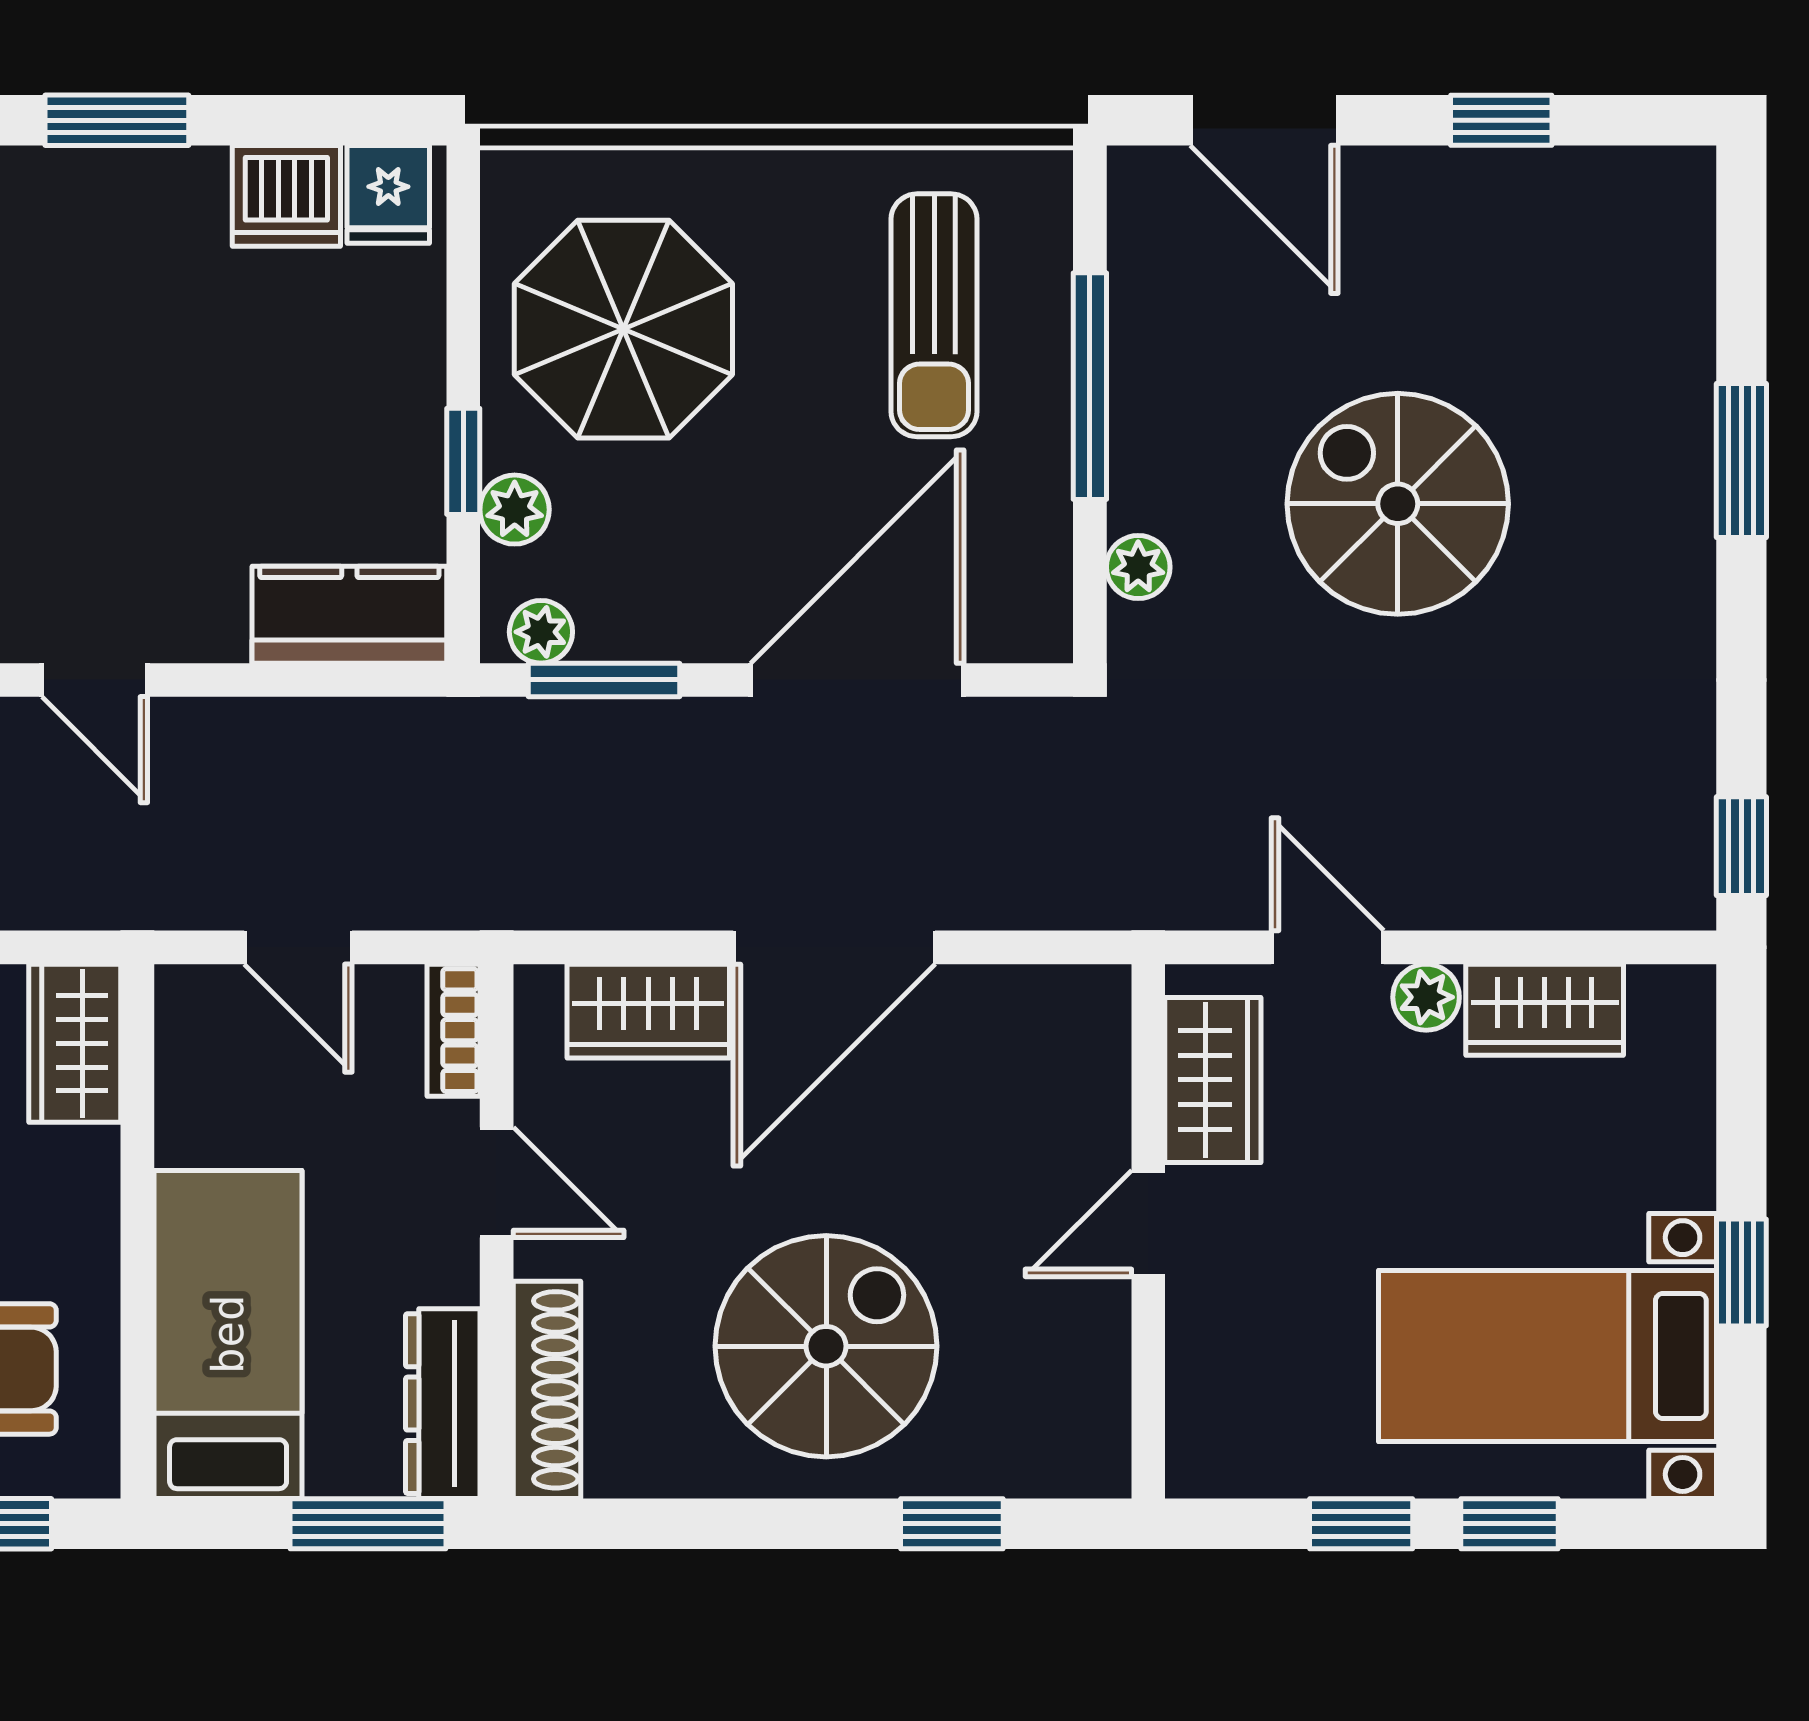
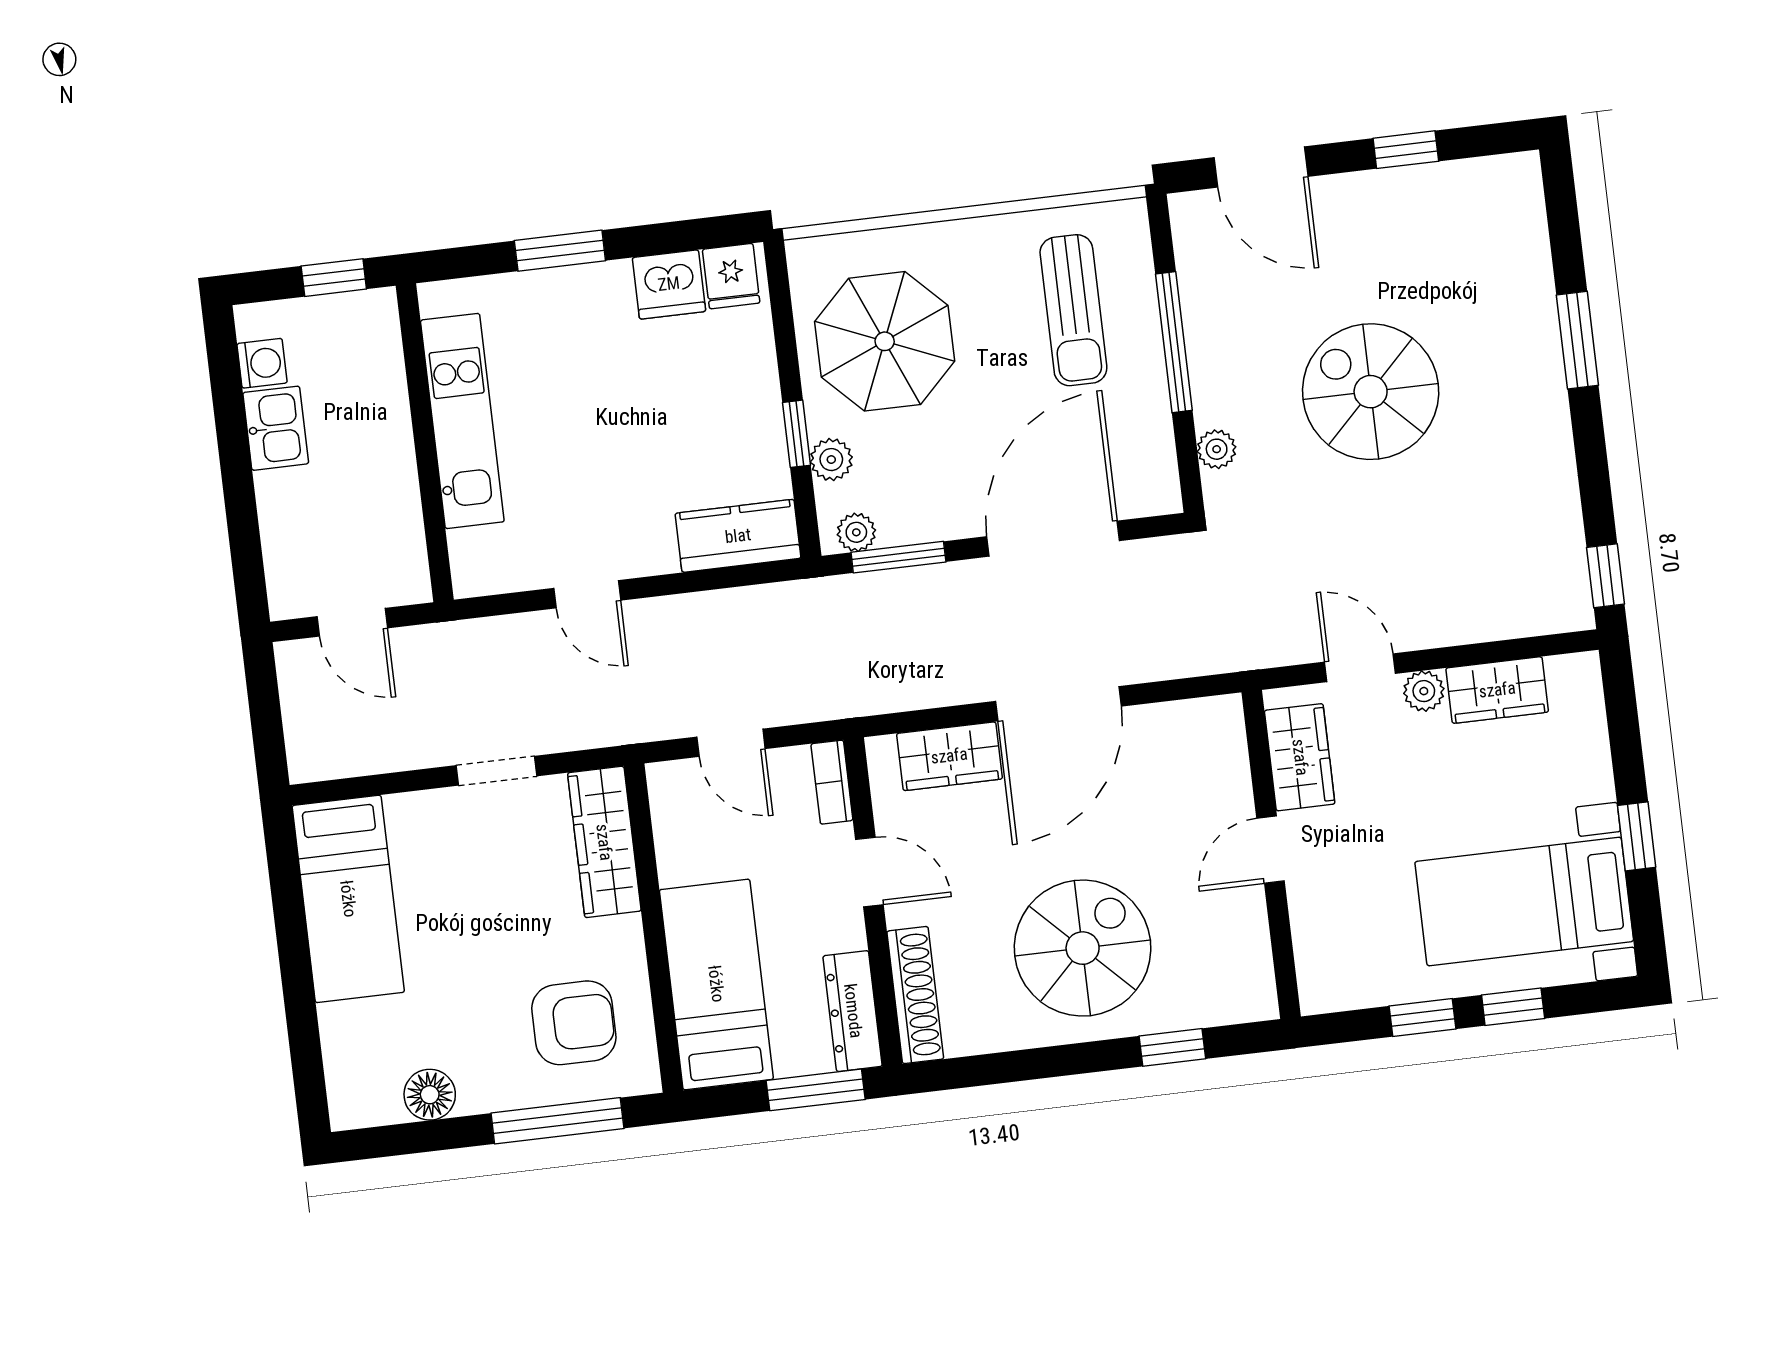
wardrobe: (75, 1043) -> (604, 842), width x1.50

